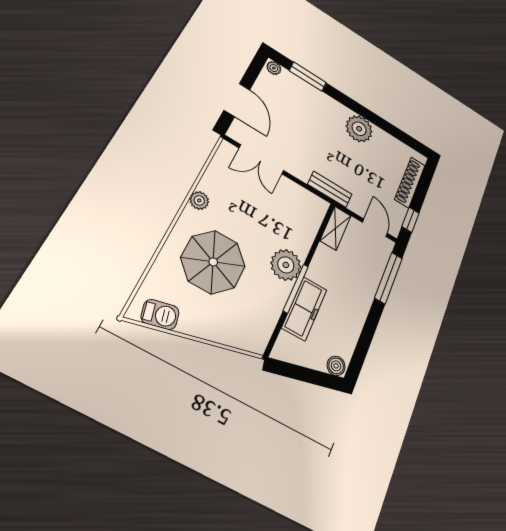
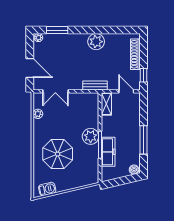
plant: (199, 200) -> (38, 114), moved
window: (389, 278) -> (143, 140), moved

